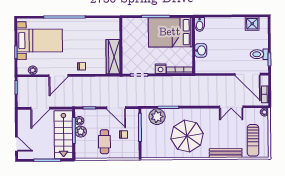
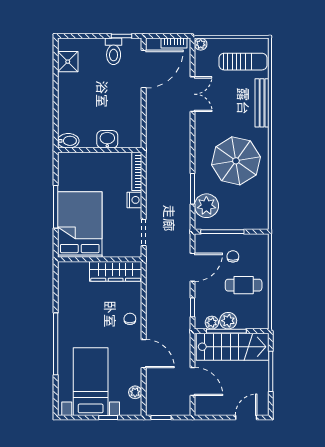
bed: (170, 32) -> (80, 225), moved, turned 180

